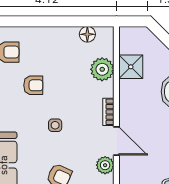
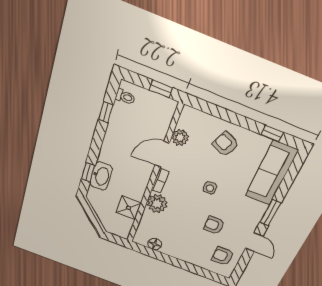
plant: (102, 69) -> (157, 203), moved
door: (116, 141) -> (162, 154), hinge flipped

